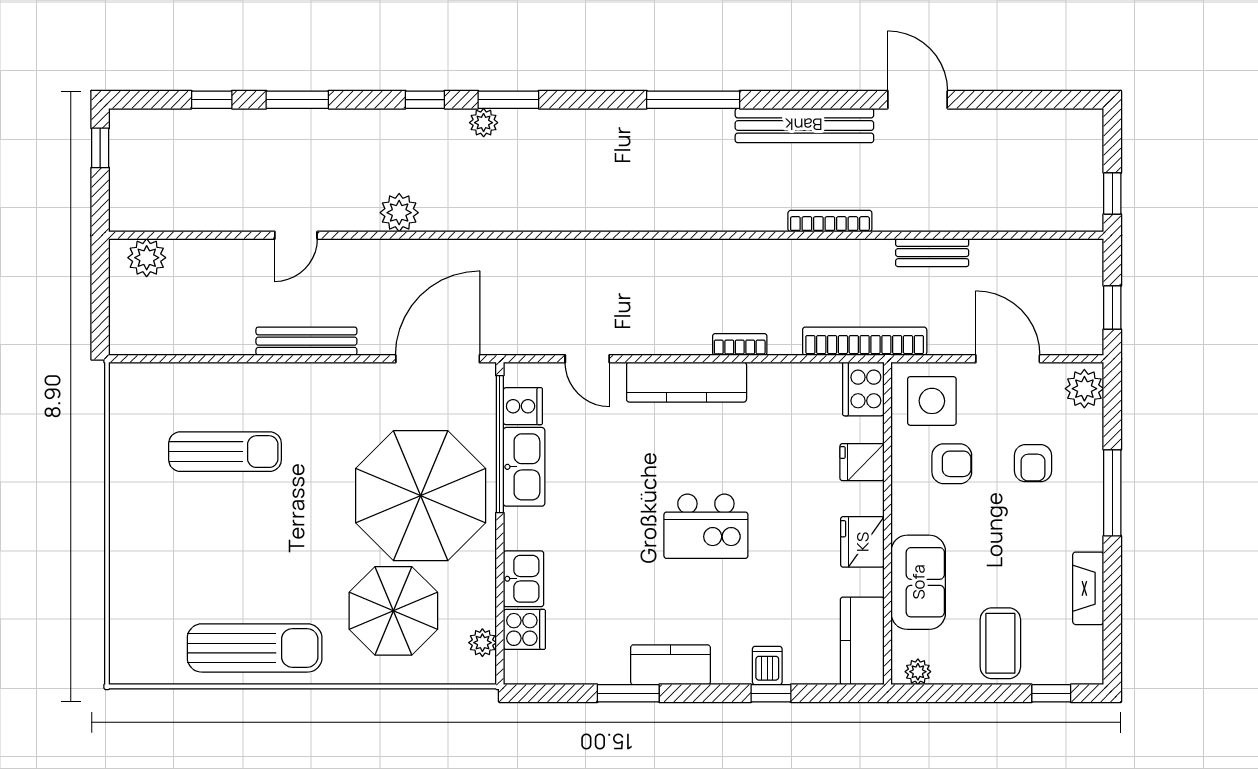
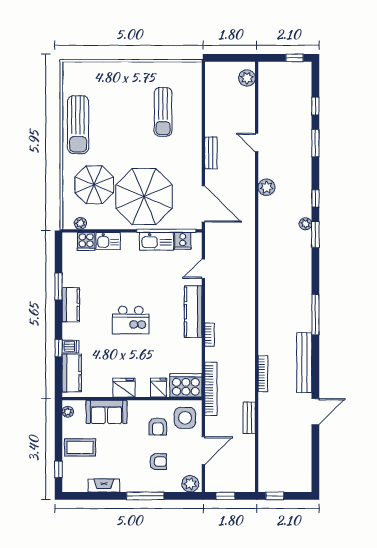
bench: (306, 341) -> (211, 153), width x0.73
cooker: (863, 389) -> (186, 385), width x1.37, depth x1.31
armchair: (1033, 463) -> (158, 462), turned 180
kitchen island: (706, 526) -> (131, 320), turned -90
kitchen counter: (862, 641) -> (72, 373), moved, turned 90

